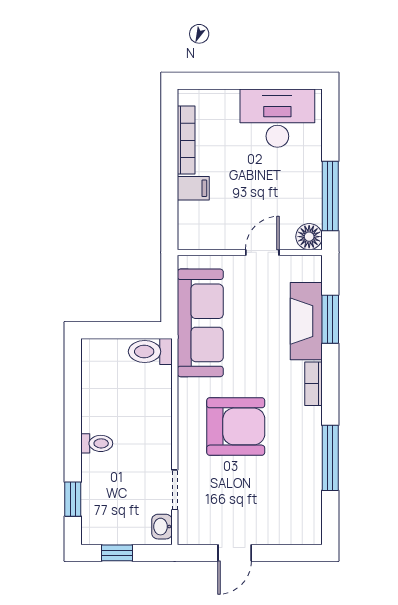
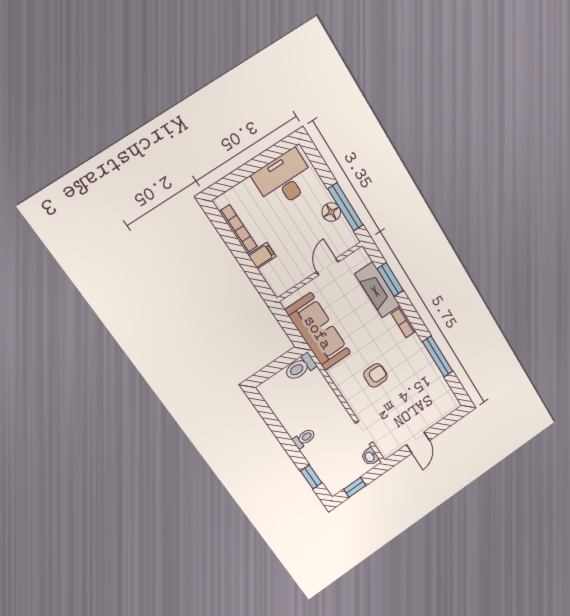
floor lamp: (309, 237) -> (331, 212), moved
armchair: (236, 426) -> (375, 375), width x0.53, depth x0.53

